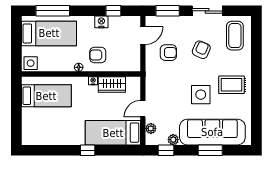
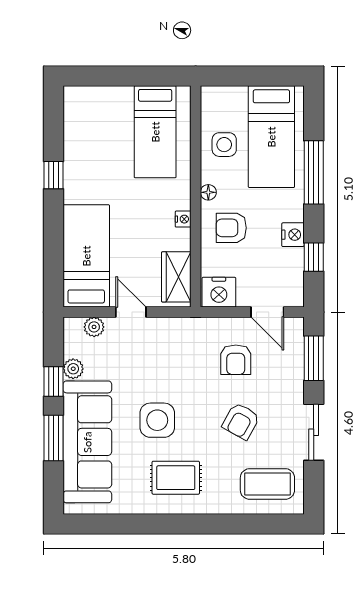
window: (53, 11) -> (314, 172), moved
armchair: (201, 50) -> (241, 421), turned 95
armchair: (98, 55) -> (231, 228), turned -90
nightstand: (132, 62) -> (219, 292), added
side table: (31, 63) -> (224, 145), moved
wardrobe: (112, 84) -> (176, 277), moved
rug: (232, 85) -> (176, 478), turned 90
window: (88, 150) -> (53, 175), moved
window: (166, 150) -> (53, 382), moved

